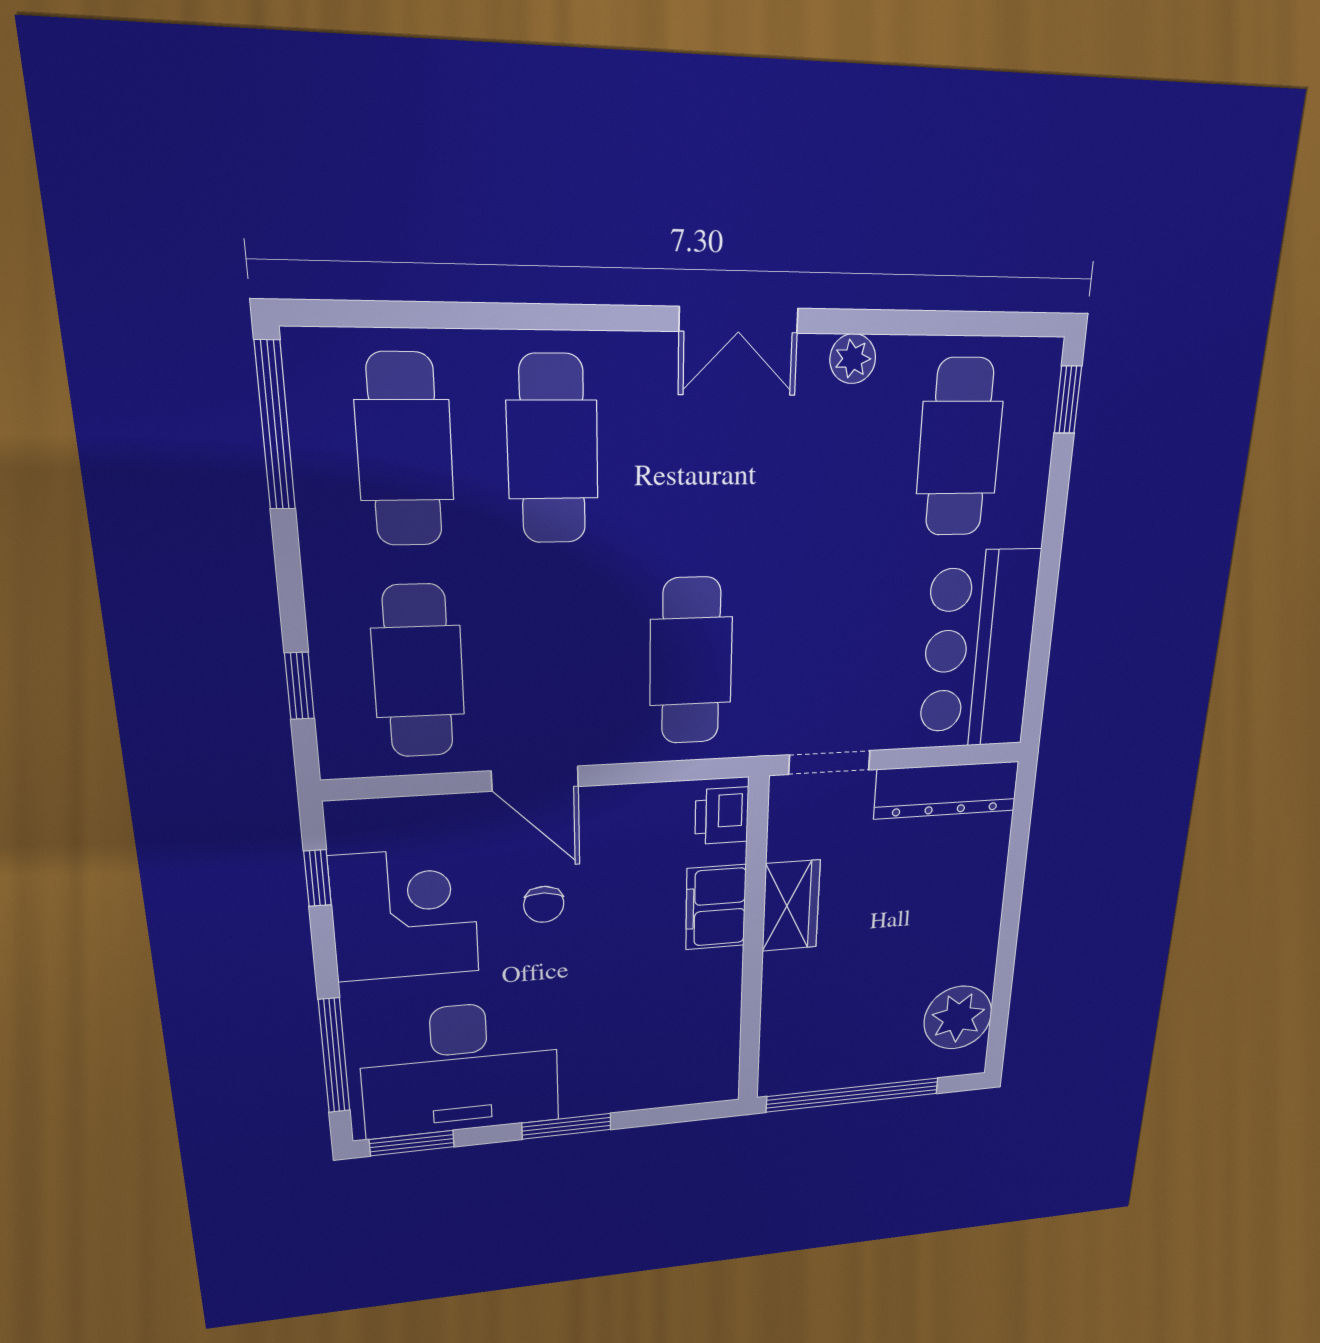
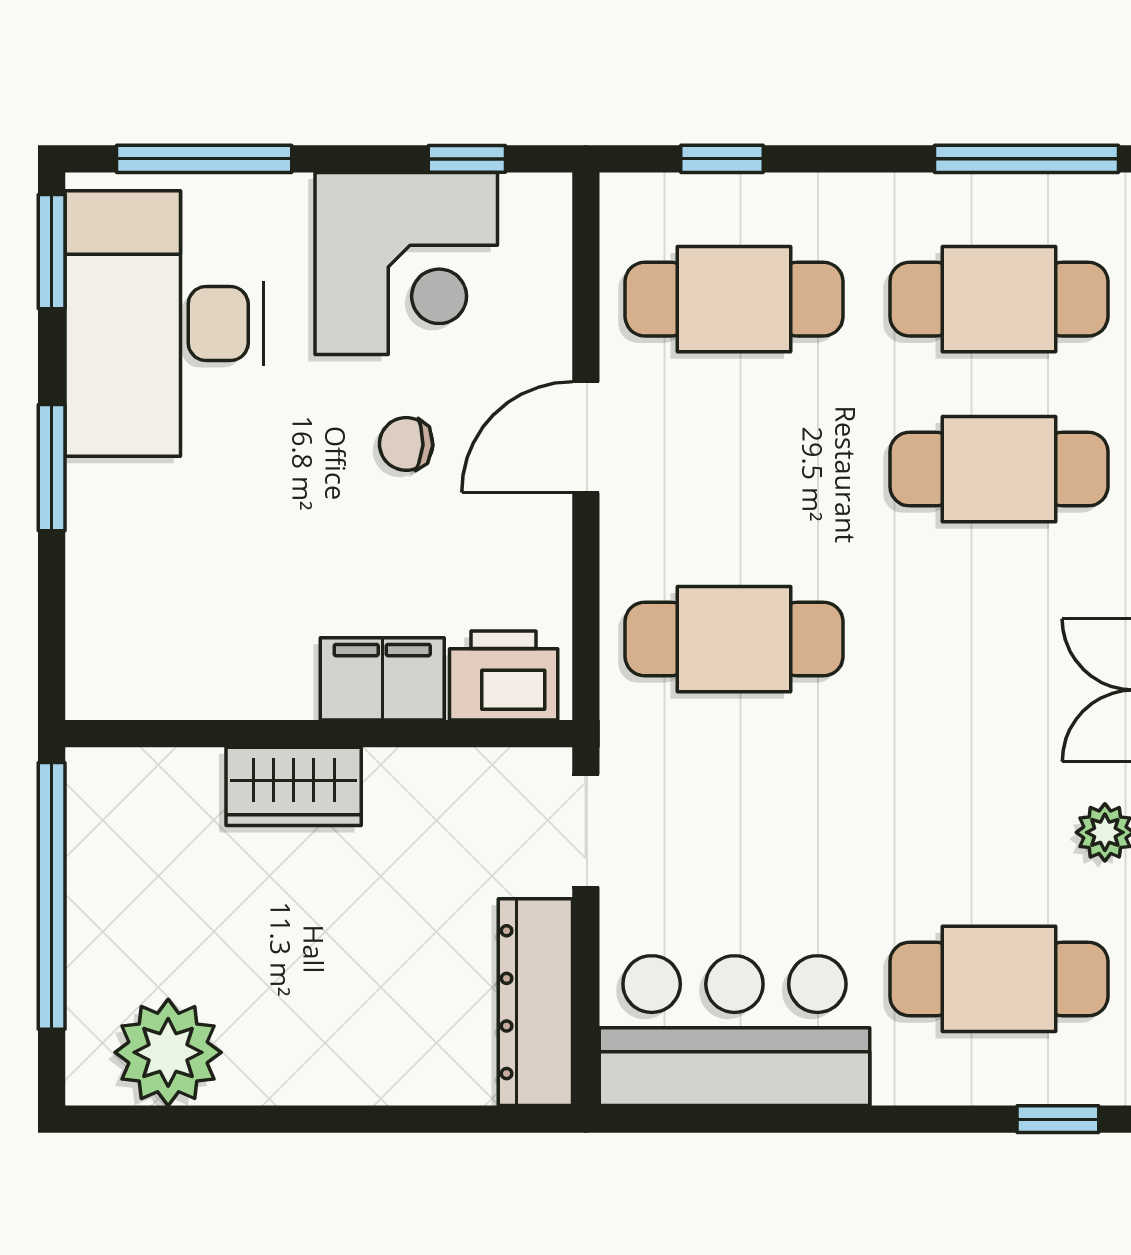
printer: (722, 816) -> (504, 676), width x1.36, depth x1.24
wardrobe: (791, 906) -> (294, 786), moved

